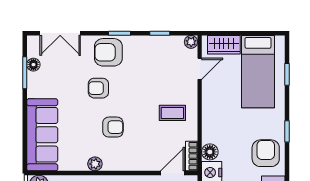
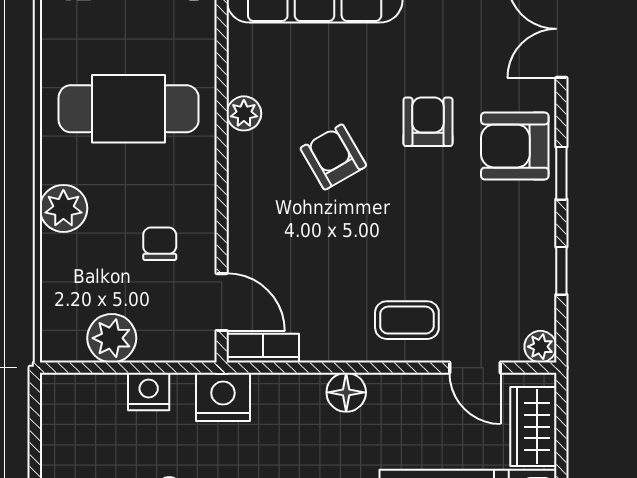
armchair: (108, 52) -> (515, 146), turned -90
coffee table: (172, 113) -> (407, 320), moved, turned 90
armchair: (113, 127) -> (333, 157), turned 150
floor lamp: (210, 152) -> (346, 392), moved

